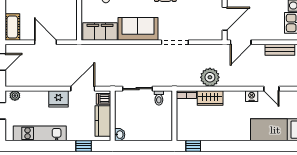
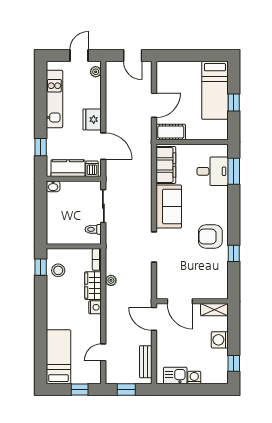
cot: (12, 27) -> (171, 132), moved
plant: (210, 77) -> (111, 280), width x0.53, depth x0.53
nightstand: (252, 96) -> (95, 307), moved
stool: (196, 130) -> (58, 270), added

